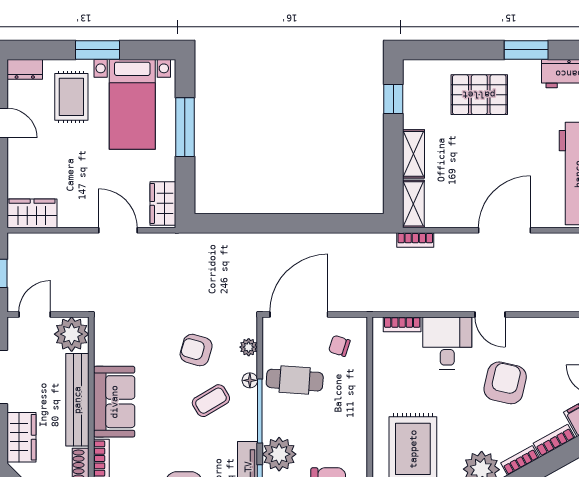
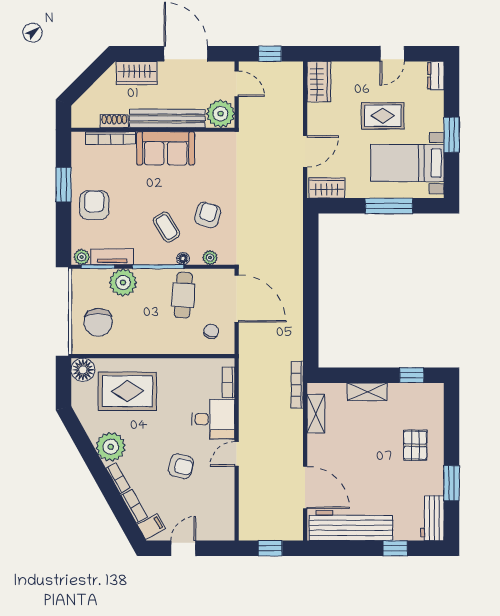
pallet: (479, 95) -> (415, 445), width x0.67, depth x0.71
rug: (71, 97) -> (383, 116), moved
shelving: (413, 204) -> (316, 414), moved, turned 90
door: (505, 230) -> (305, 487), moved
bookcase: (415, 240) -> (297, 385), width x1.56
armchair: (505, 383) -> (181, 466), width x0.72, depth x0.72

